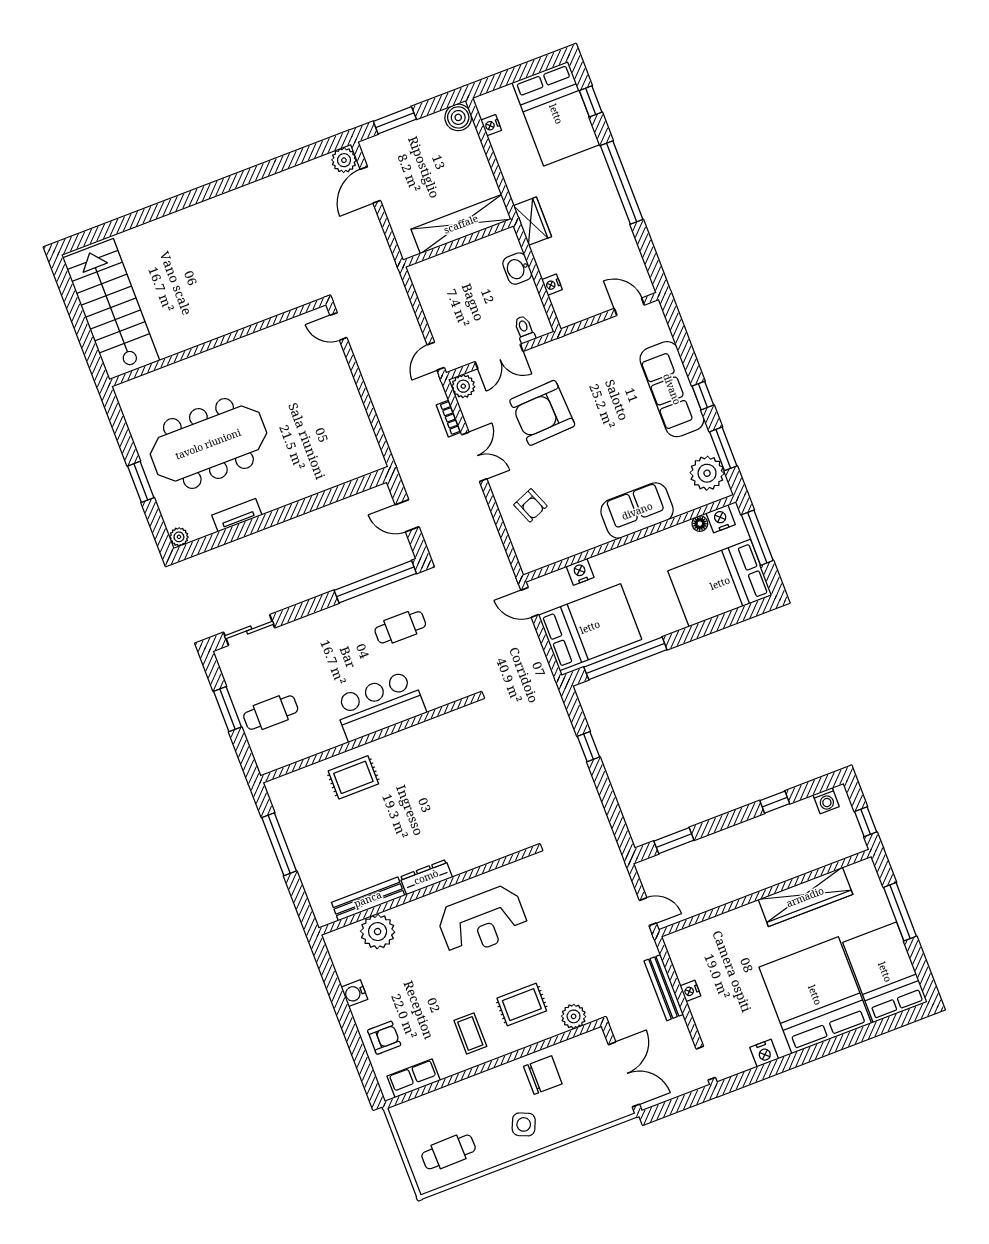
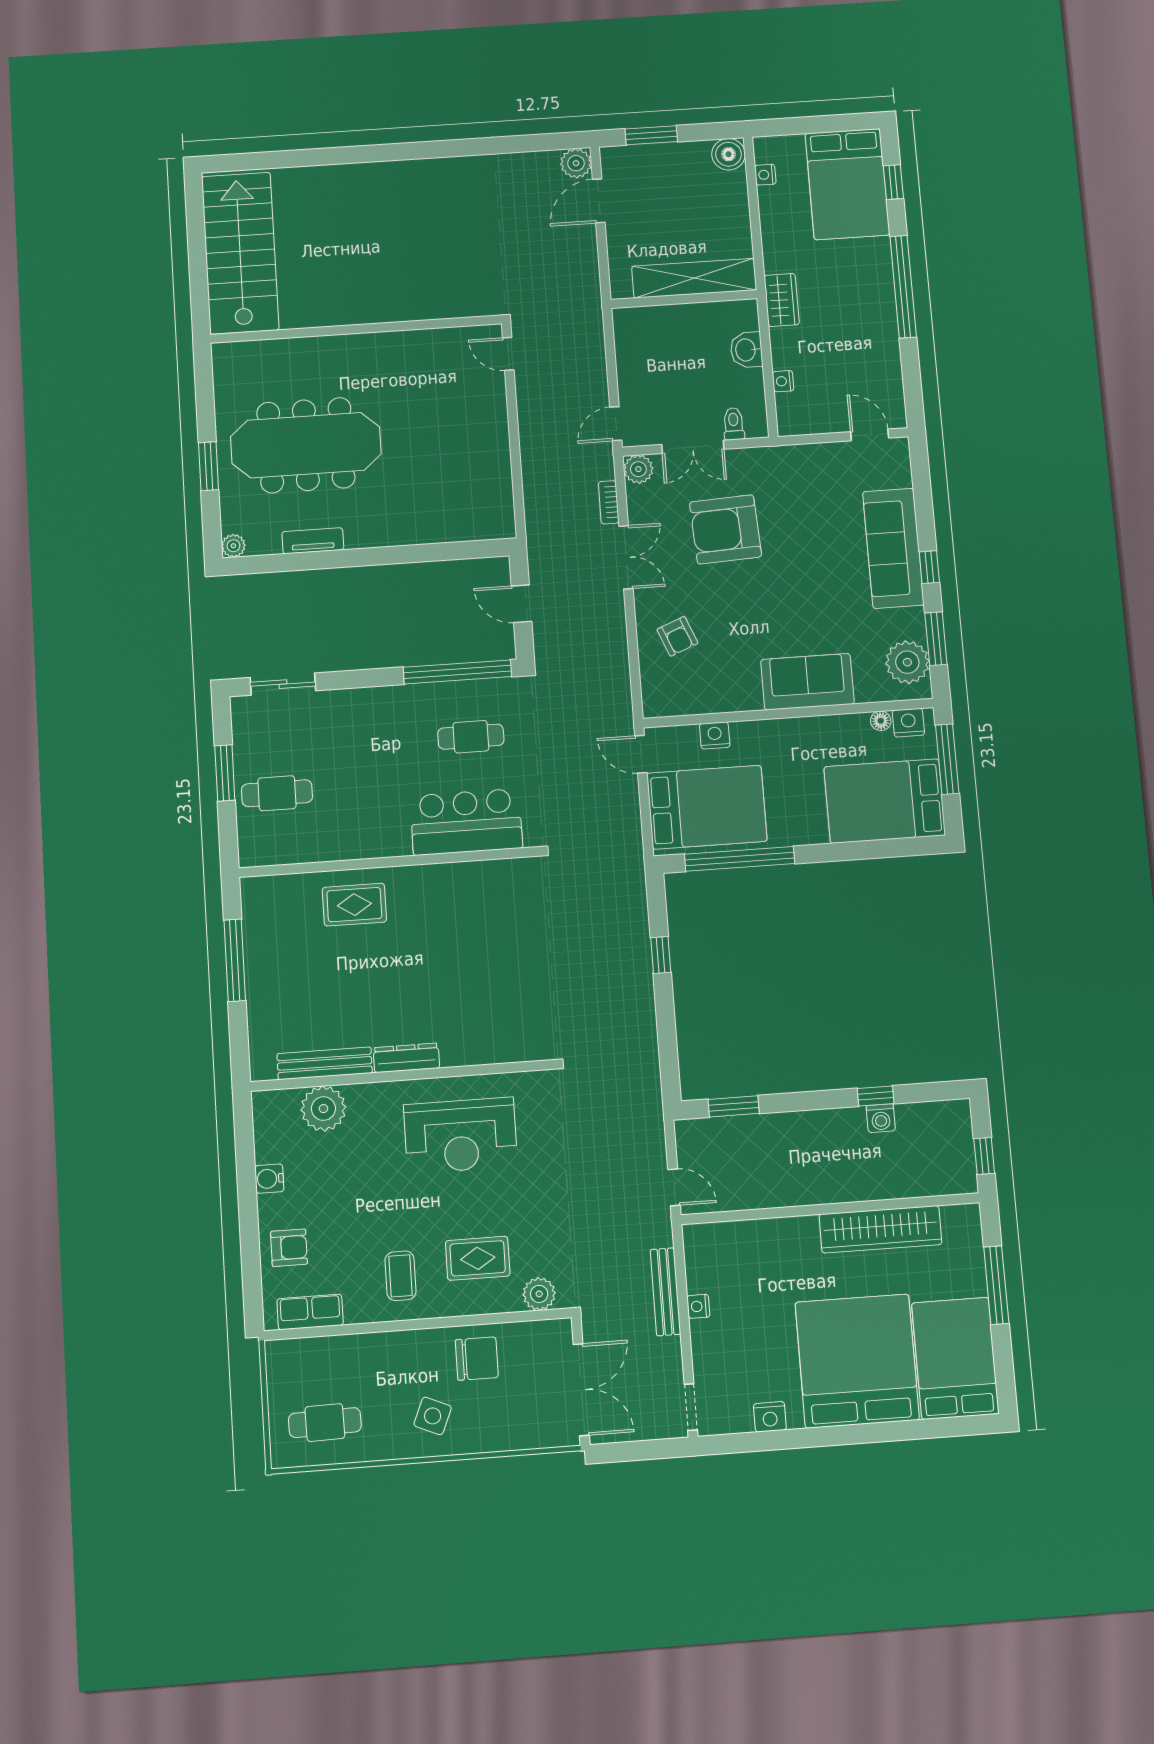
bar counter: (380, 706) -> (466, 822), moved
washing machine: (826, 801) -> (881, 1118), moved

